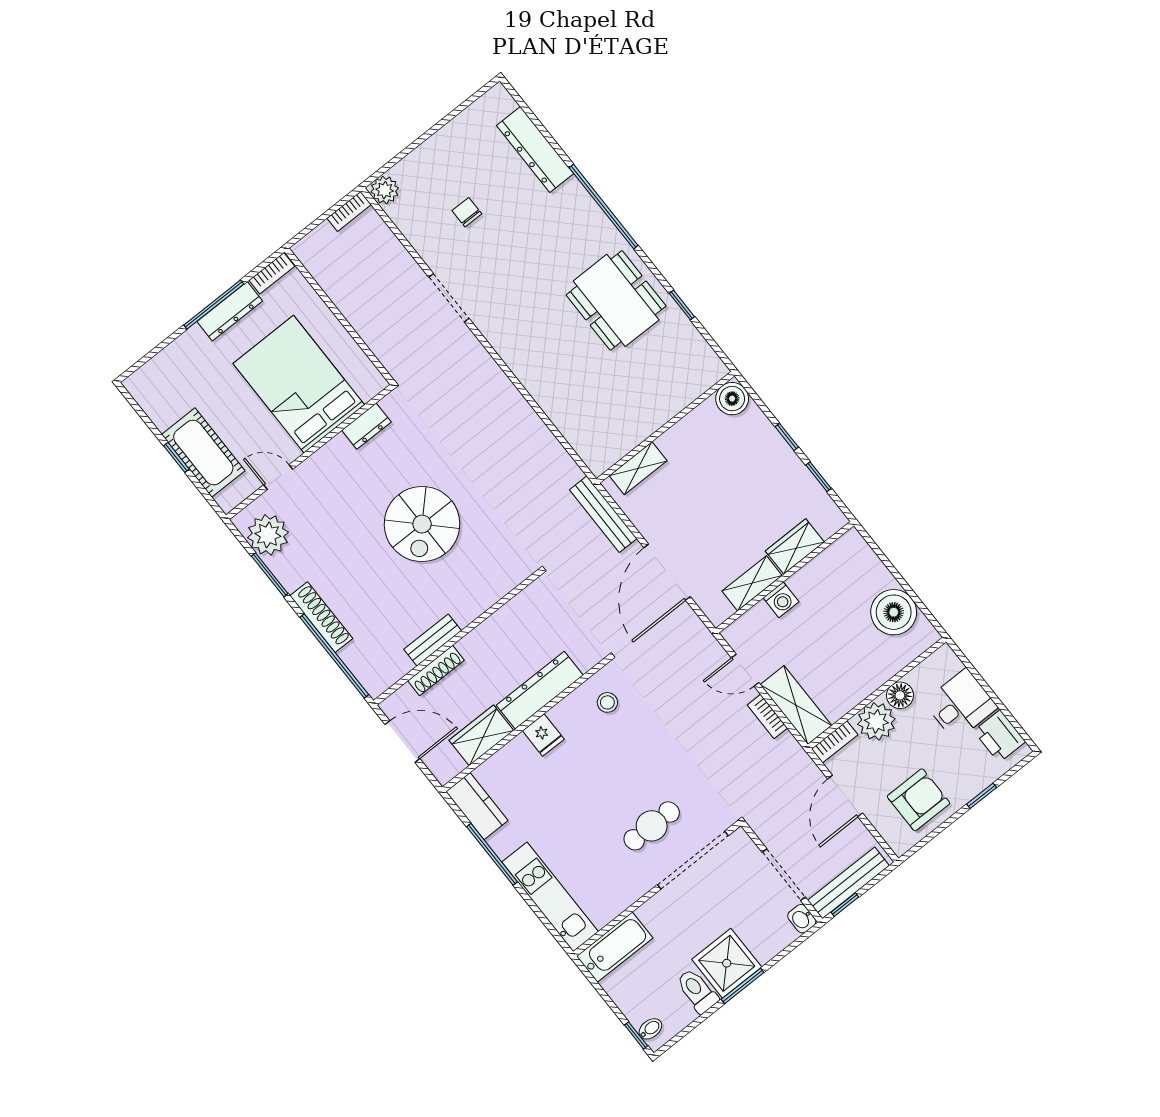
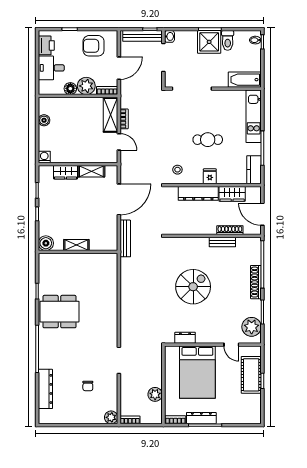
plant: (341, 289) -> (155, 394), added
dining table: (616, 300) -> (59, 312), turned 90
shelving: (638, 468) -> (76, 245), moved
washing machine: (781, 600) -> (44, 157), moved
boiler: (894, 612) -> (44, 120), width x0.54, depth x0.54
cafe table: (652, 826) -> (208, 140), moved

